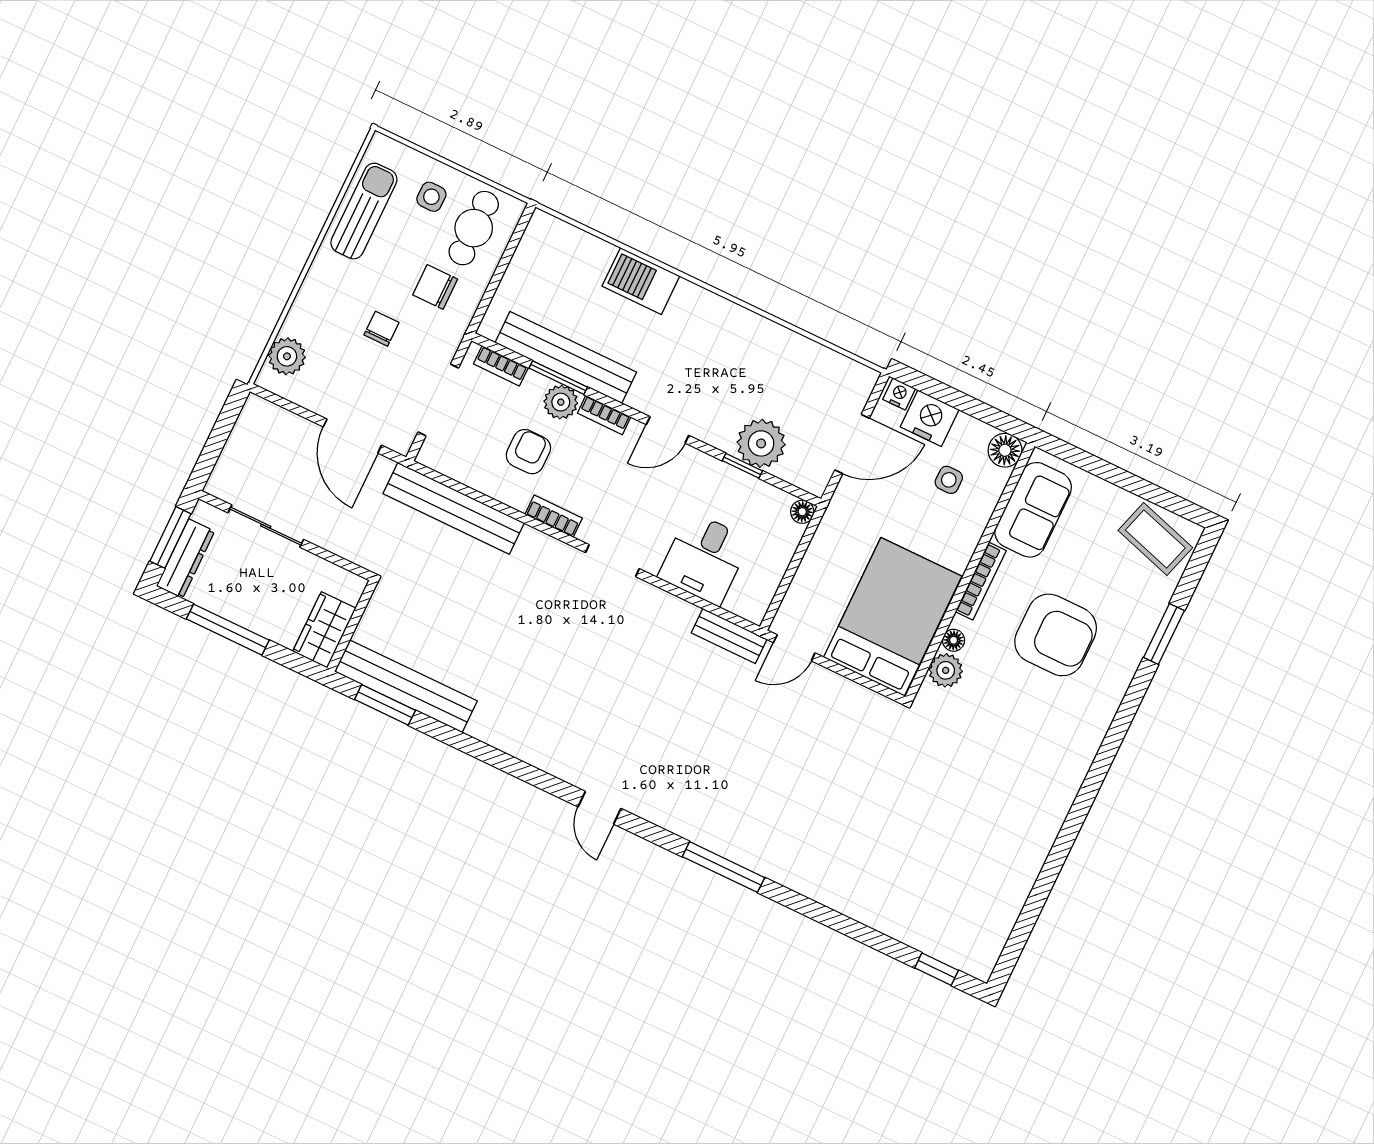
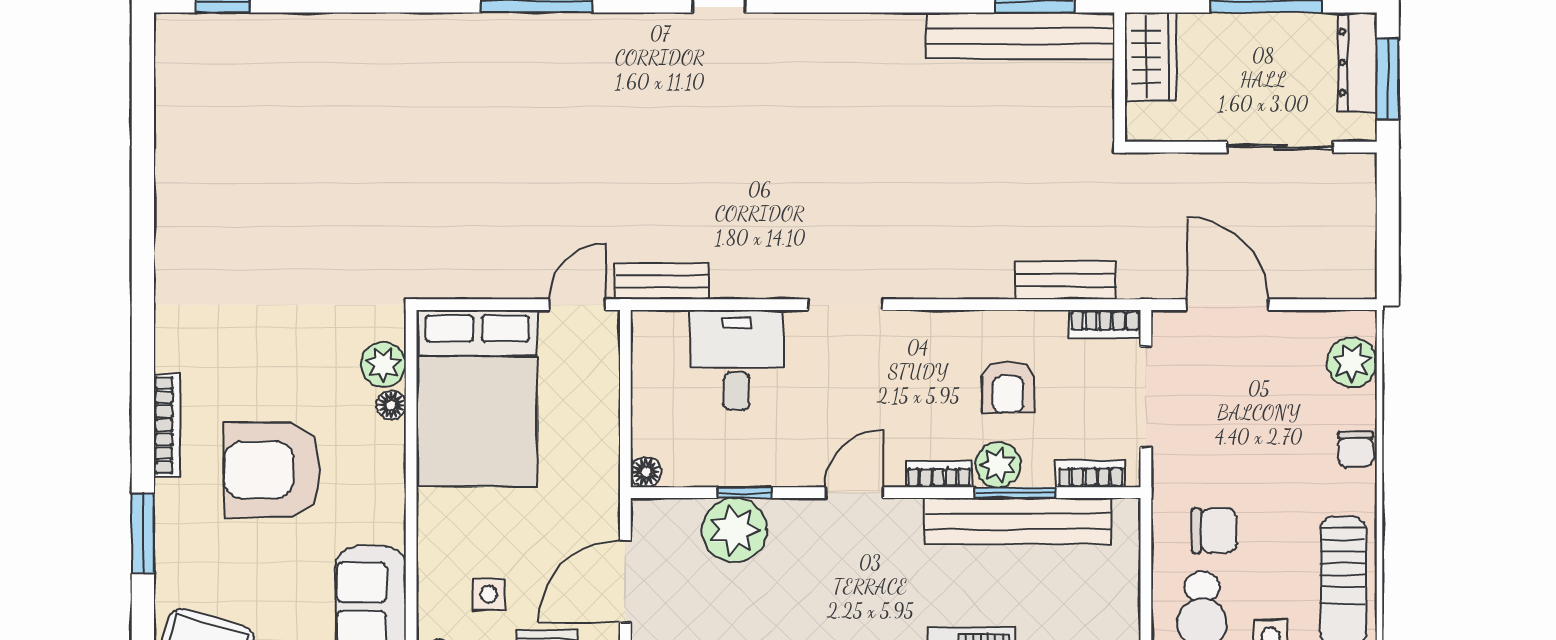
chair: (381, 329) -> (1355, 449), moved
bench: (454, 508) -> (1065, 280), width x0.54, depth x0.82
bookcase: (554, 516) -> (1105, 324), moved
bookcase: (981, 581) -> (167, 425), moved, turned 180

